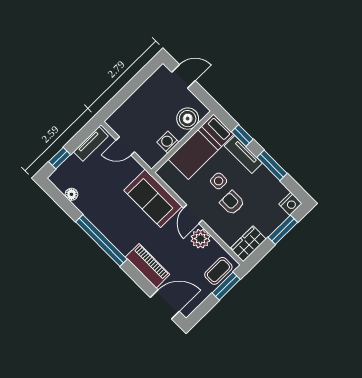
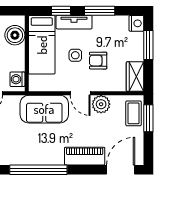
washing machine: (168, 142) -> (17, 79), moved

